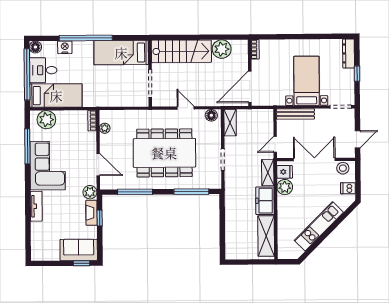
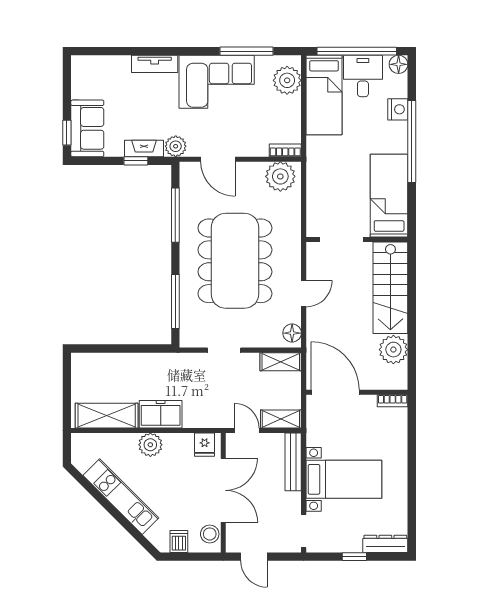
plant: (105, 128) -> (280, 176), width x1.88, depth x1.88
door: (98, 165) -> (218, 159), hinge flipped
shelving: (268, 172) -> (281, 419), moved
plant: (285, 187) -> (150, 445), moved

